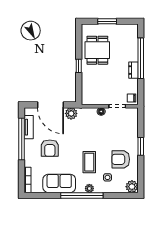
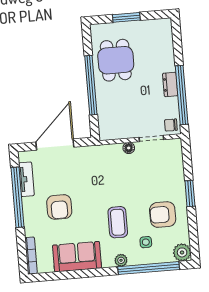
window: (141, 58) -> (182, 95), moved
window: (79, 66) -> (91, 85), width x3.17
door: (50, 105) -> (55, 145), swing flipped
plant: (71, 113) -> (86, 154), removed
window: (82, 195) -> (149, 268), moved

